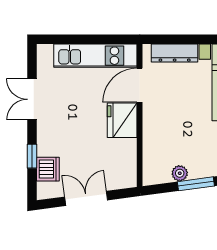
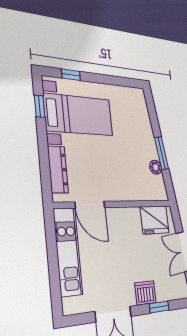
fridge: (122, 120) -> (155, 220), moved
dishwasher: (48, 169) -> (145, 293), moved

